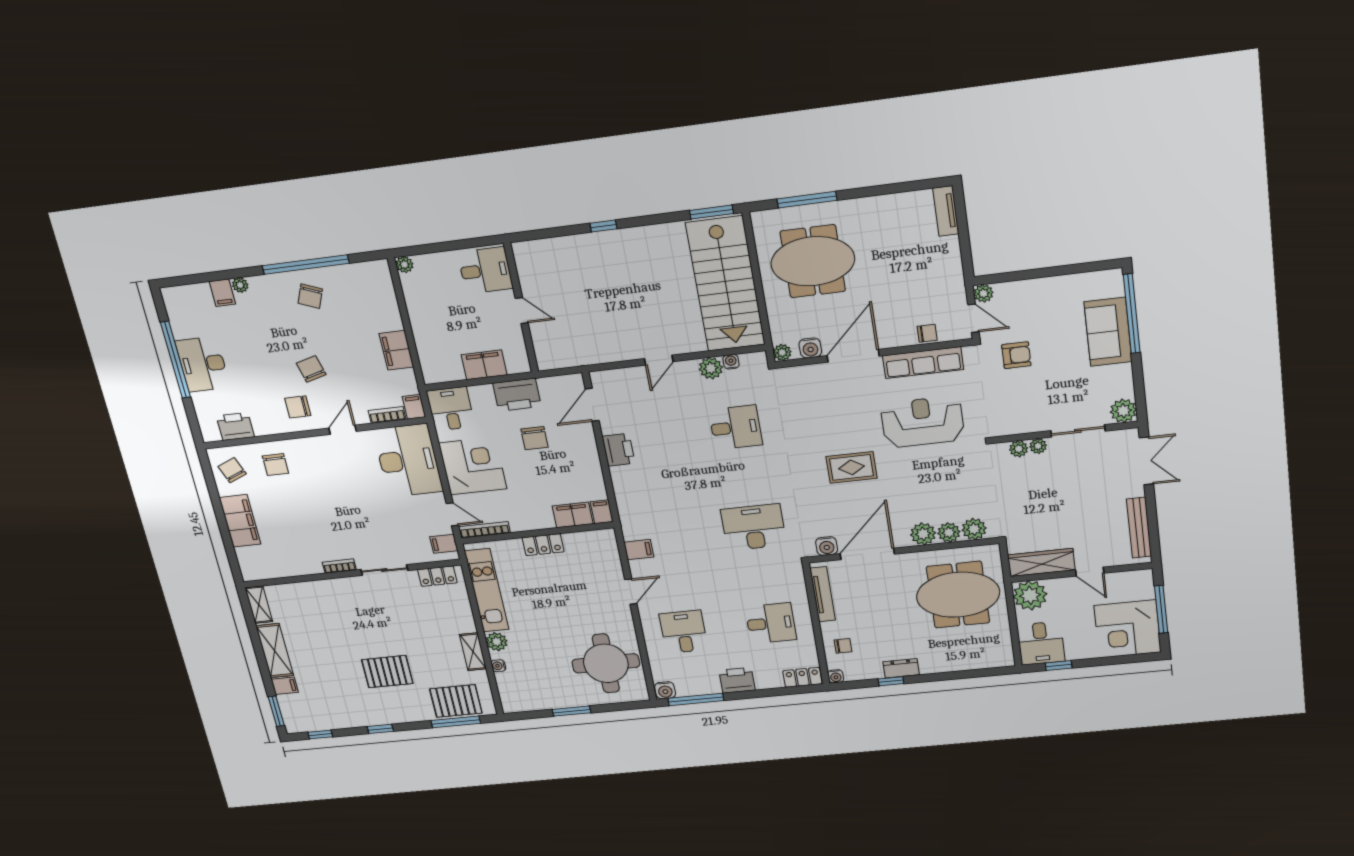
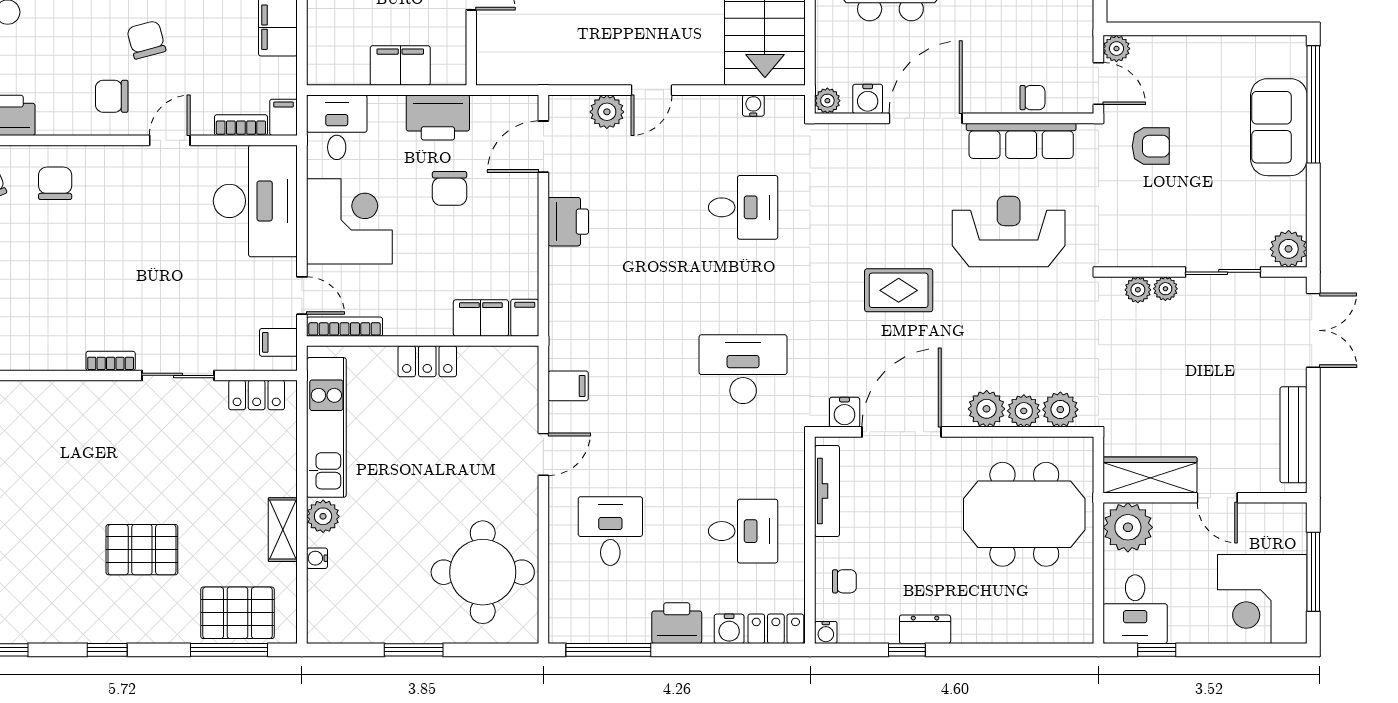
plant: (711, 368) -> (607, 112), moved
chair: (275, 465) -> (55, 183), turned 180
water cooler: (665, 690) -> (729, 629), moved

